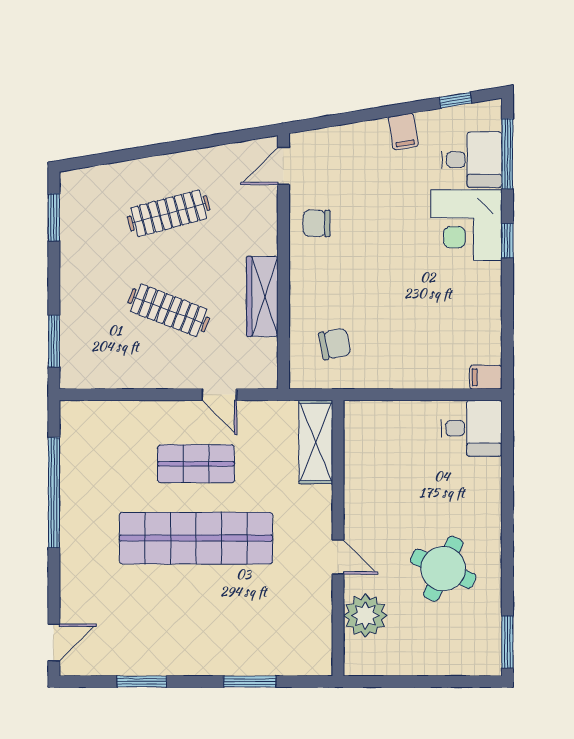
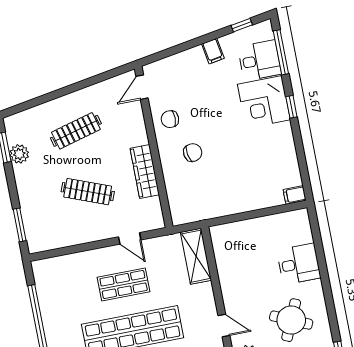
plant: (75, 232) -> (19, 154), added
chair: (335, 344) -> (193, 153), moved
desk: (472, 428) -> (299, 264), moved

